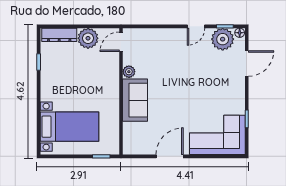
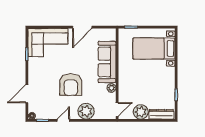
plant: (223, 39) -> (86, 111), moved
armchair: (186, 76) -> (71, 85), added
sofa: (135, 100) -> (107, 62), width x1.36

